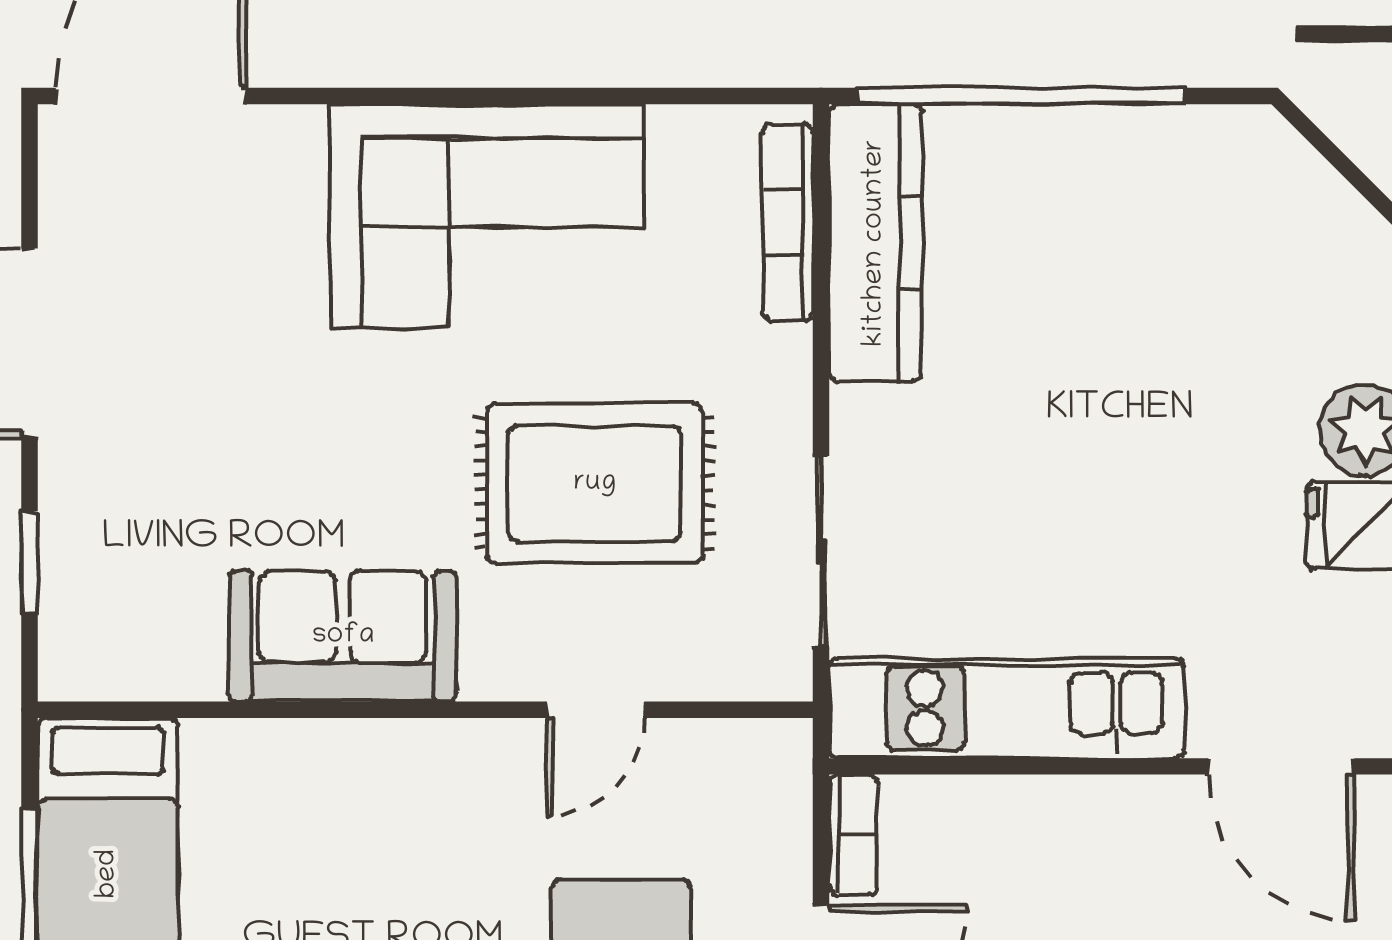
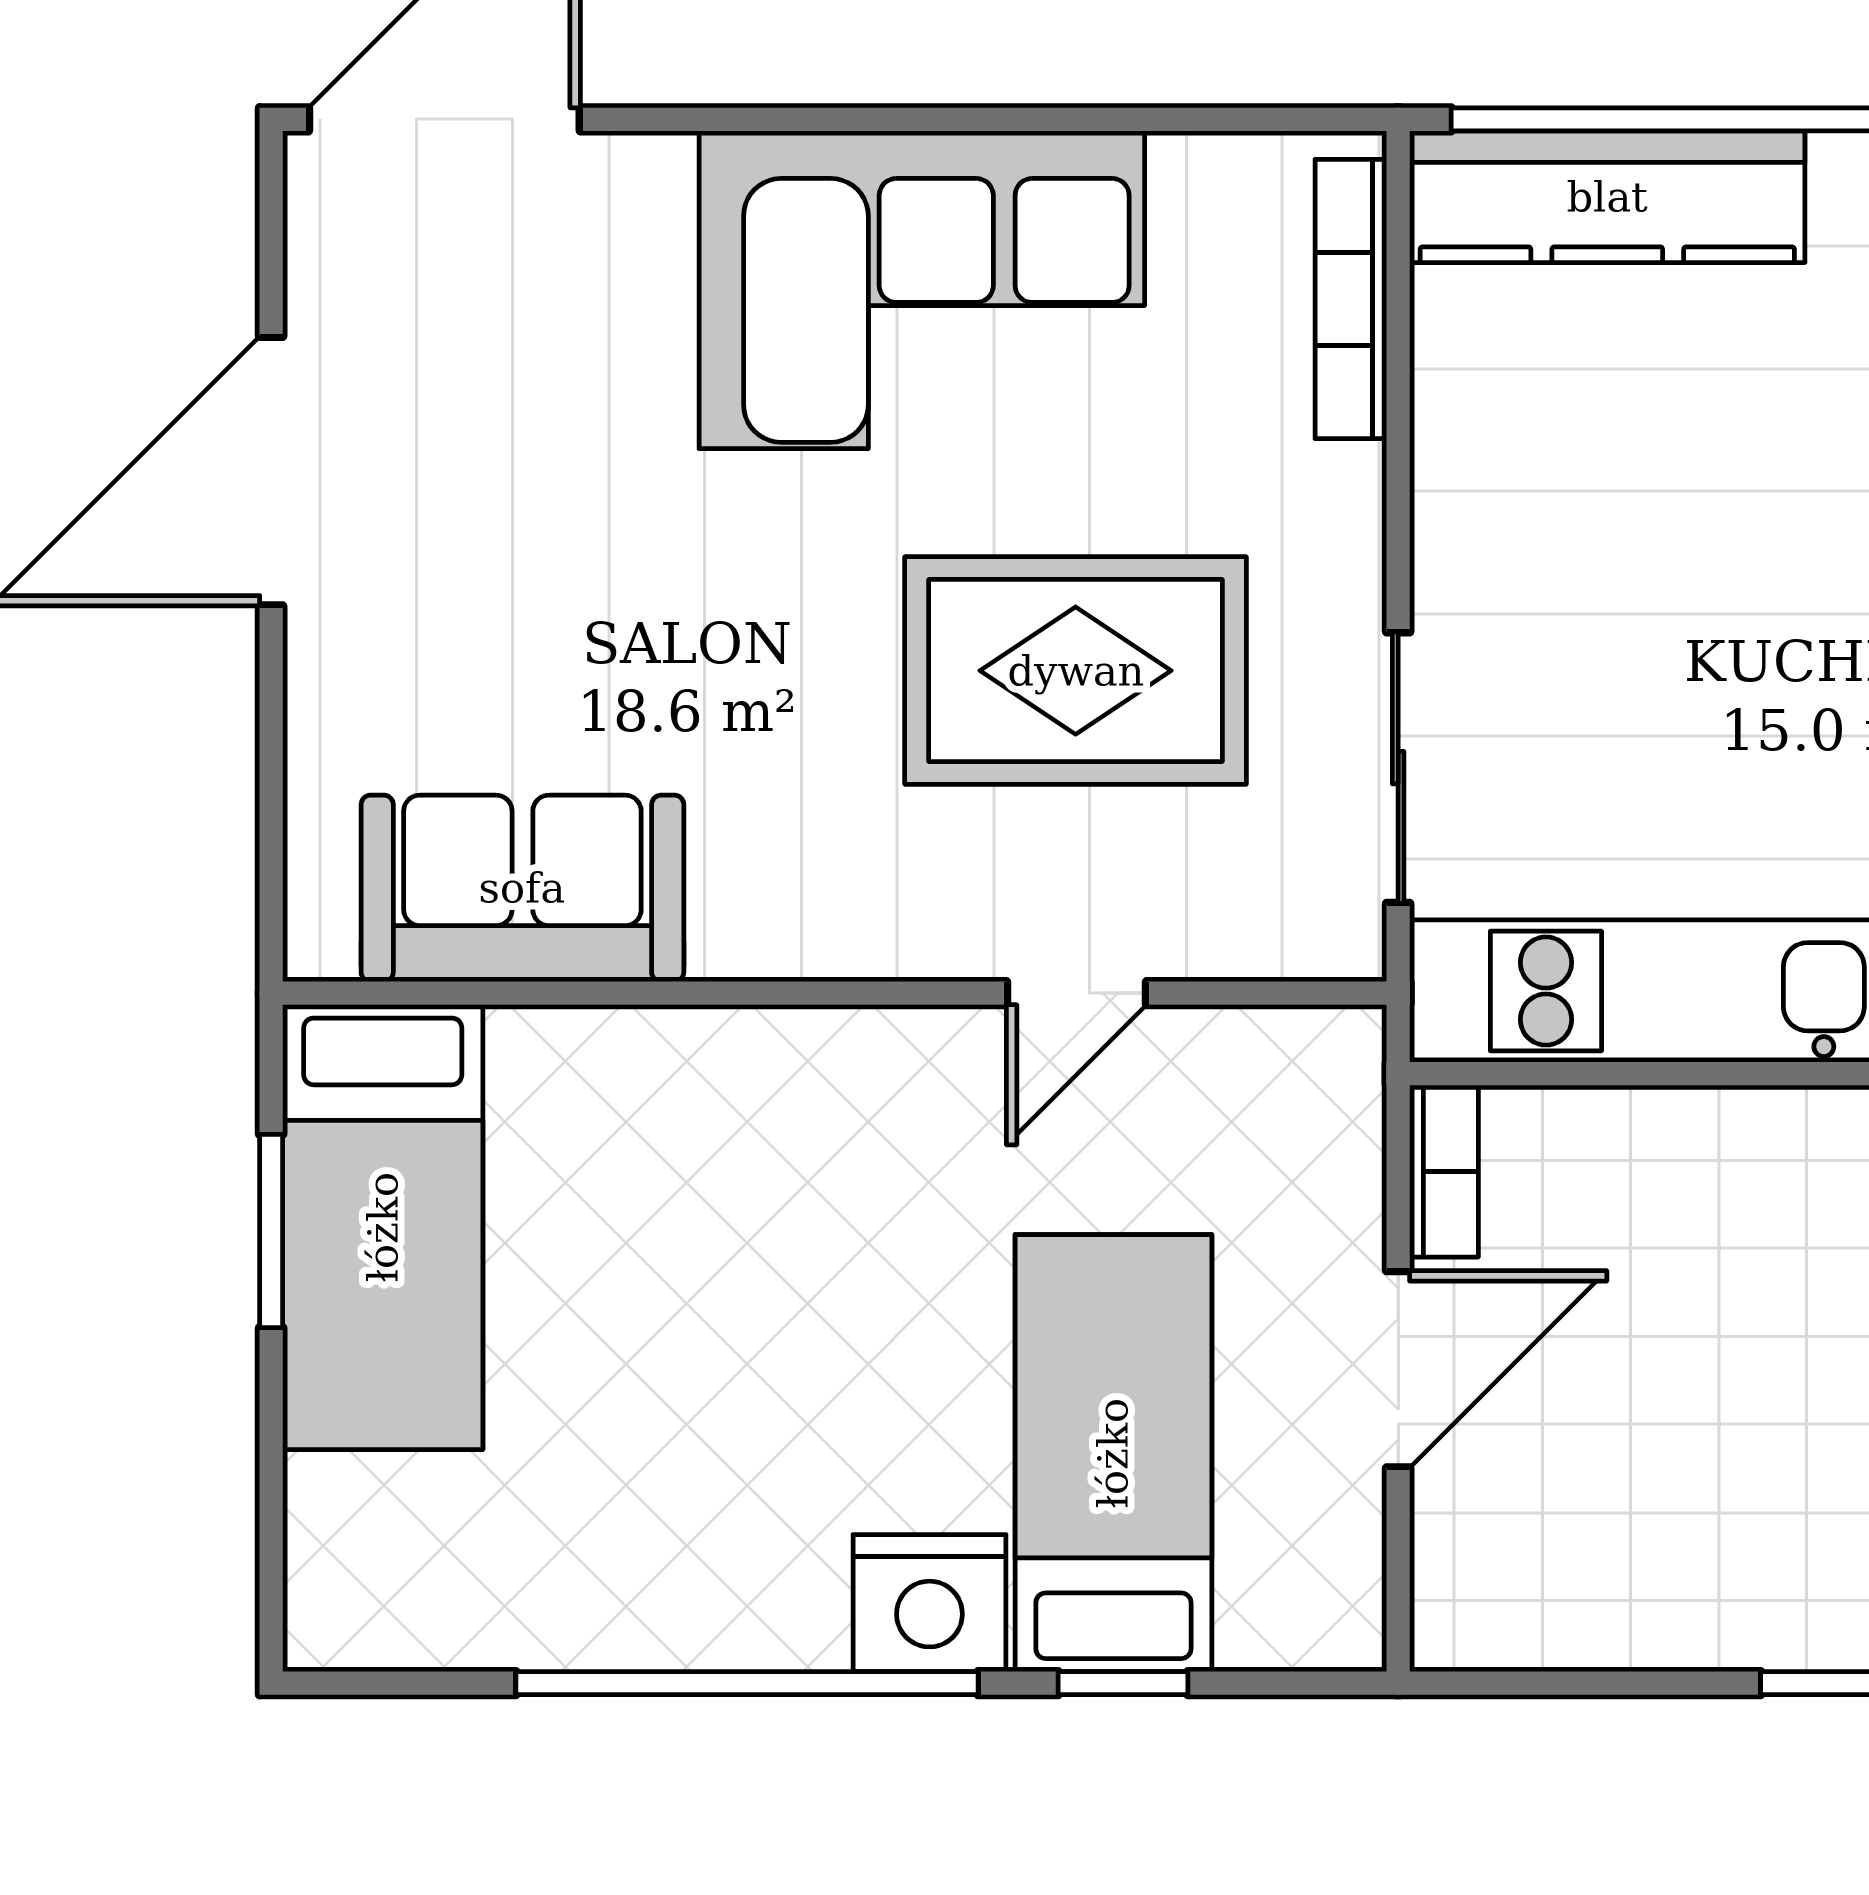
kitchen counter: (875, 243) -> (1607, 197), moved, turned 90
window: (30, 563) -> (271, 784), removed
sofa: (343, 636) -> (522, 888), moved

